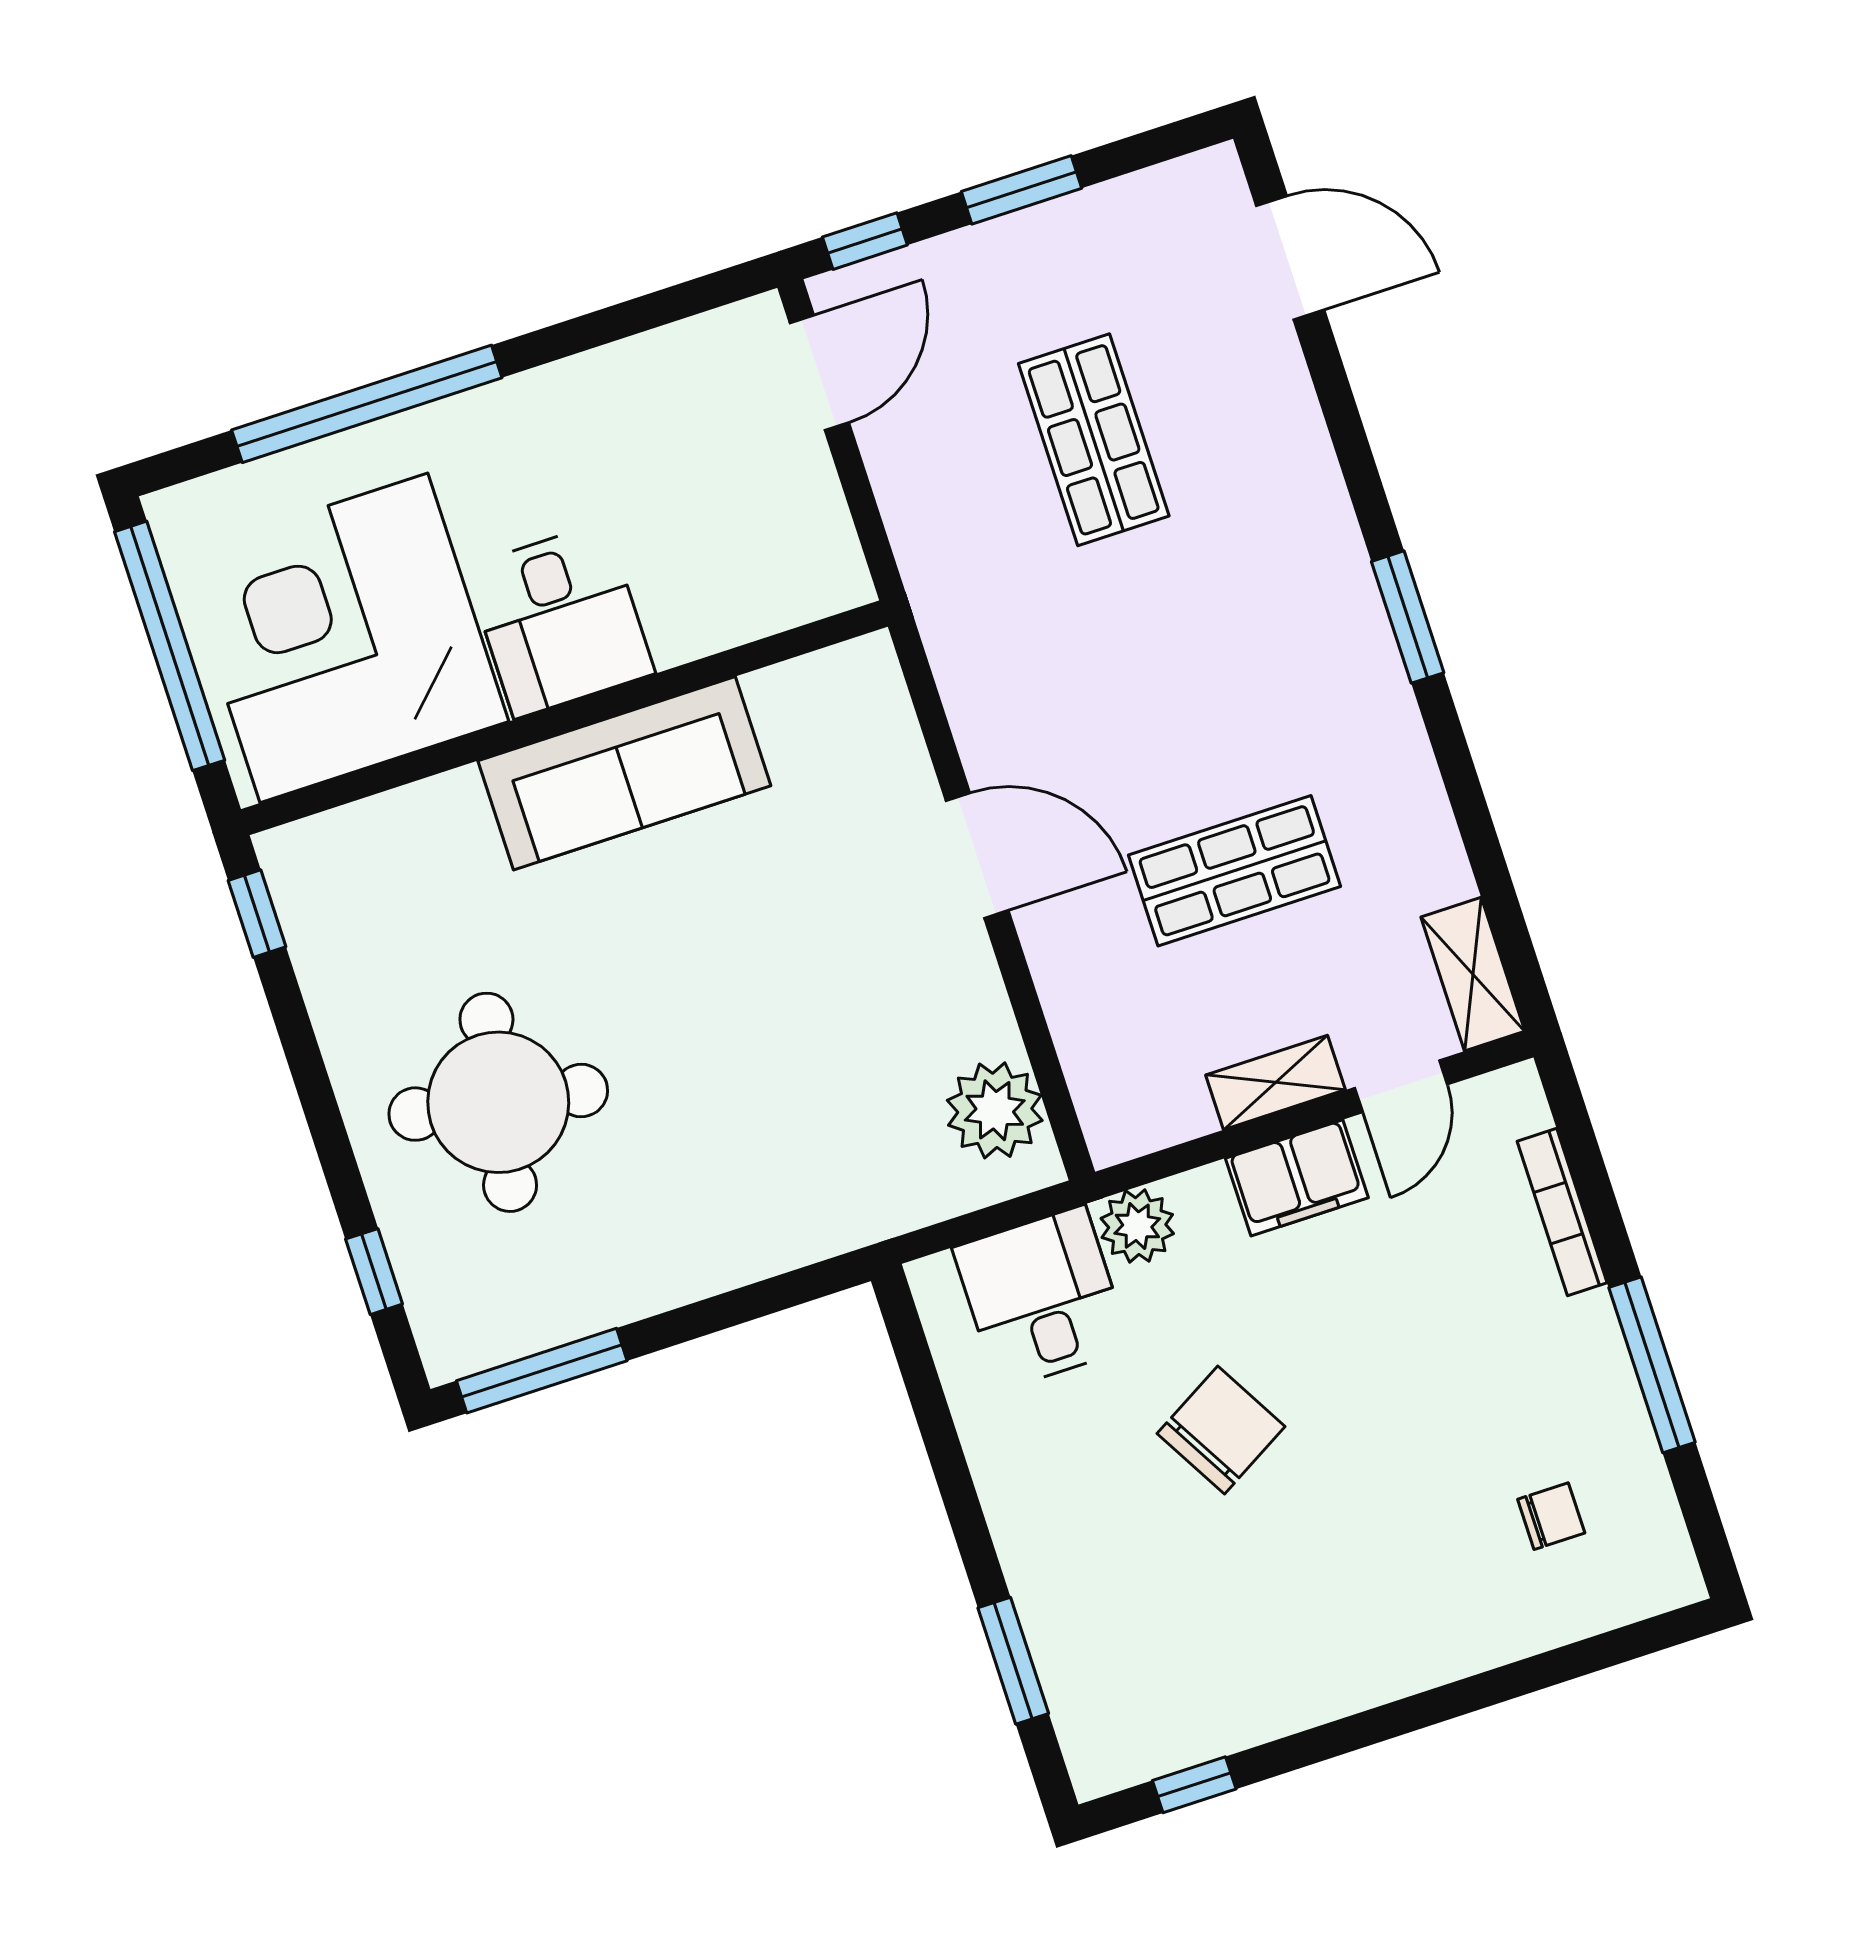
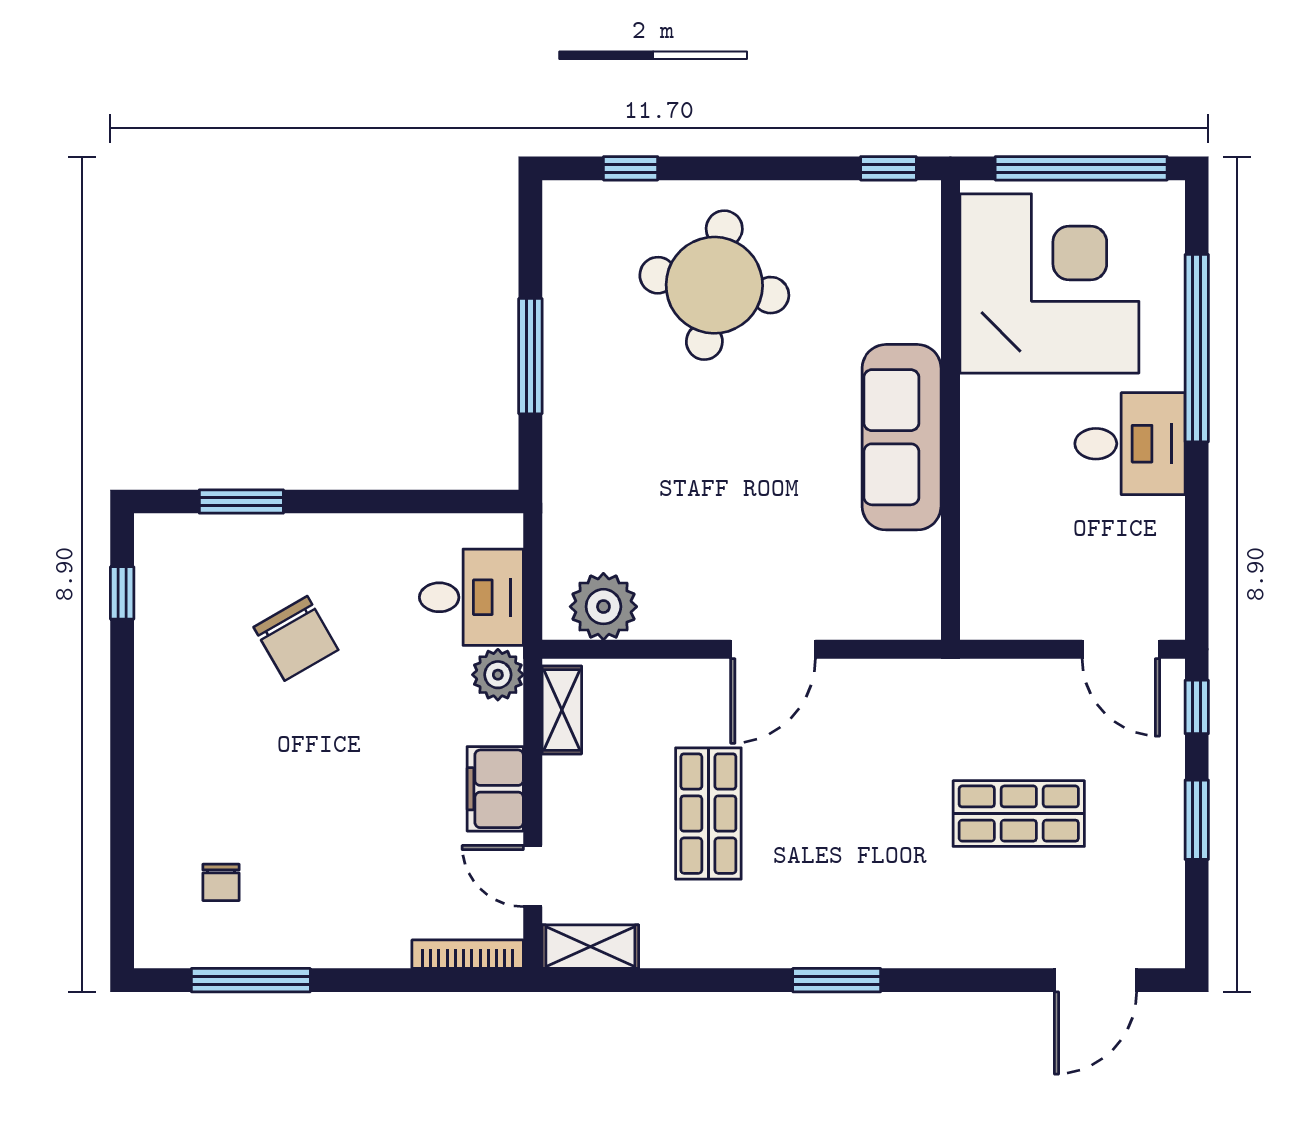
desk: (560, 620) -> (1130, 444), moved, turned 180
shelving: (1275, 1082) -> (562, 710), moved
bookcase: (1562, 1212) -> (468, 954), moved
window: (1652, 1365) -> (251, 980), moved
window: (542, 1371) -> (530, 356), moved
chair: (1221, 1430) -> (296, 638), moved

